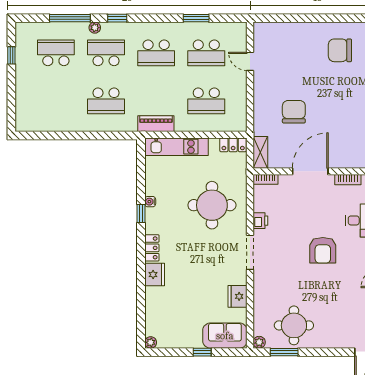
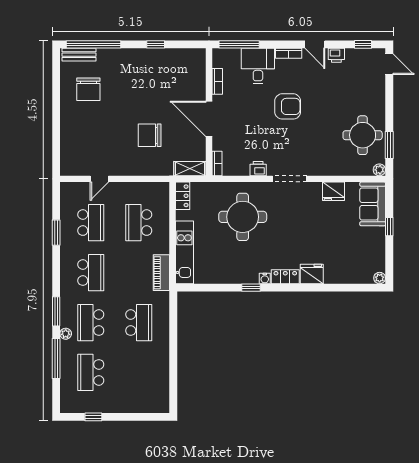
window: (117, 18) -> (56, 311), width x1.50
school desk: (206, 101) -> (139, 223), turned 180
water cooler: (150, 202) -> (265, 278), moved

